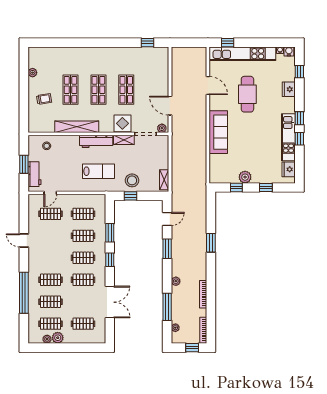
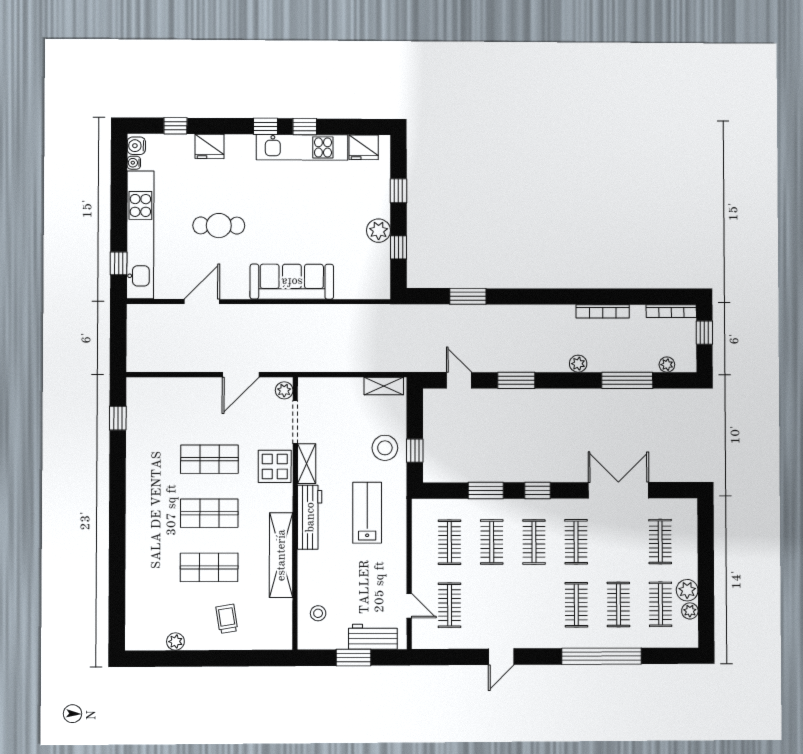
cafe table: (247, 94) -> (219, 226), width x0.73, depth x0.74
window: (211, 243) -> (468, 296), moved

